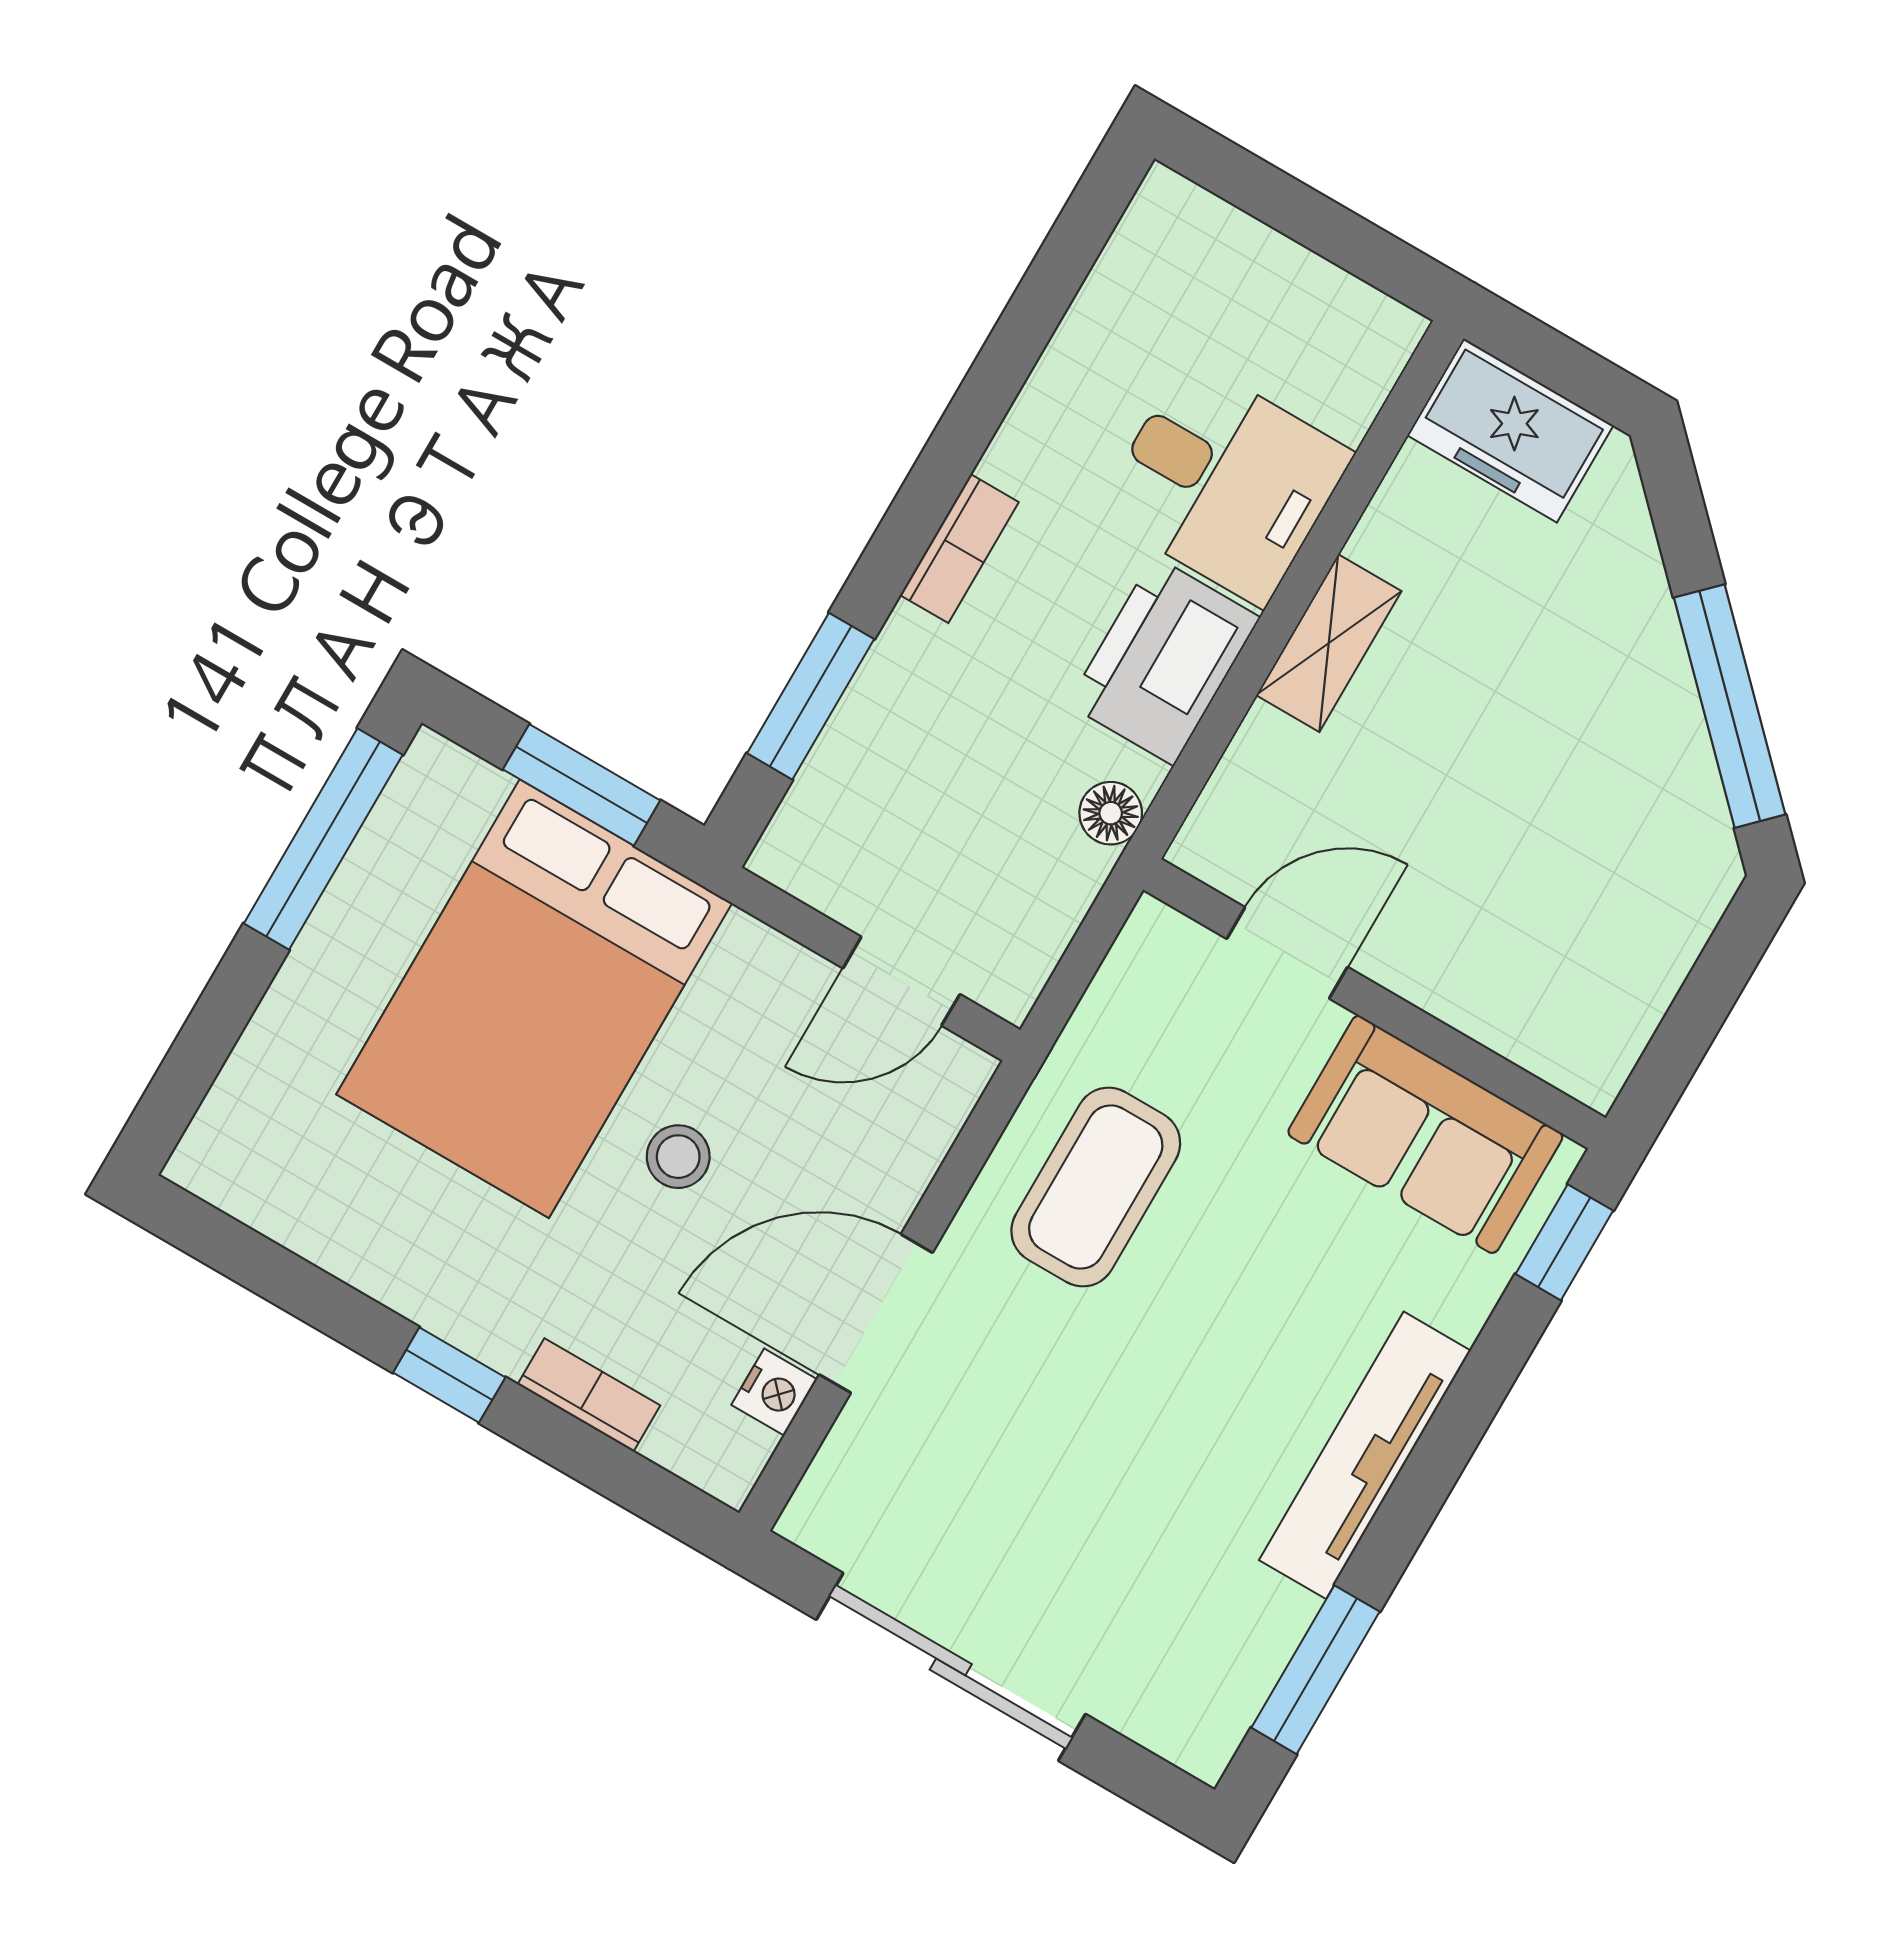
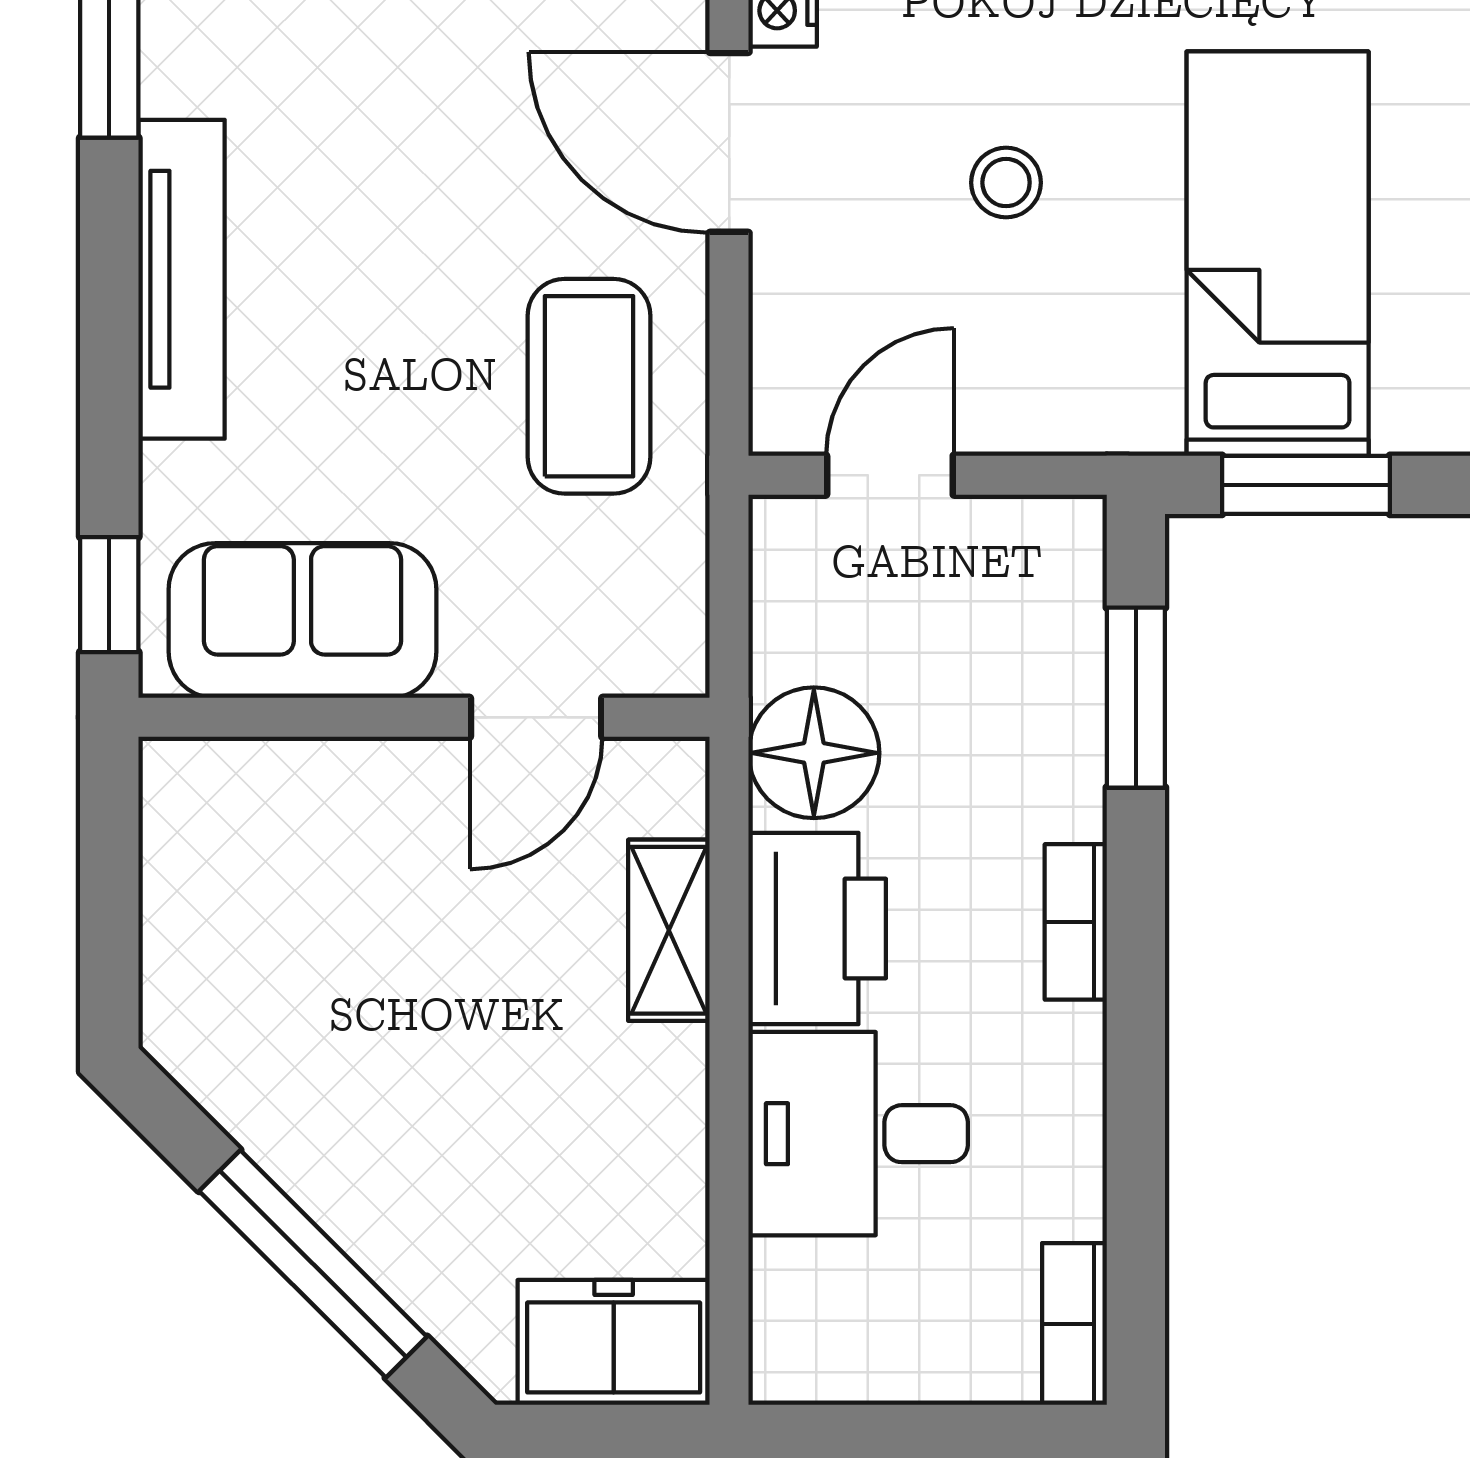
bookcase: (1143, 236) -> (1074, 1324), added
shelving: (1329, 643) -> (669, 930), moved
window: (1730, 706) -> (313, 1264), moved
floor lamp: (1111, 813) -> (814, 753), width x1.89, depth x1.89
bed: (534, 999) -> (1278, 254), width x0.67
door: (876, 1314) -> (729, 142), swing flipped

